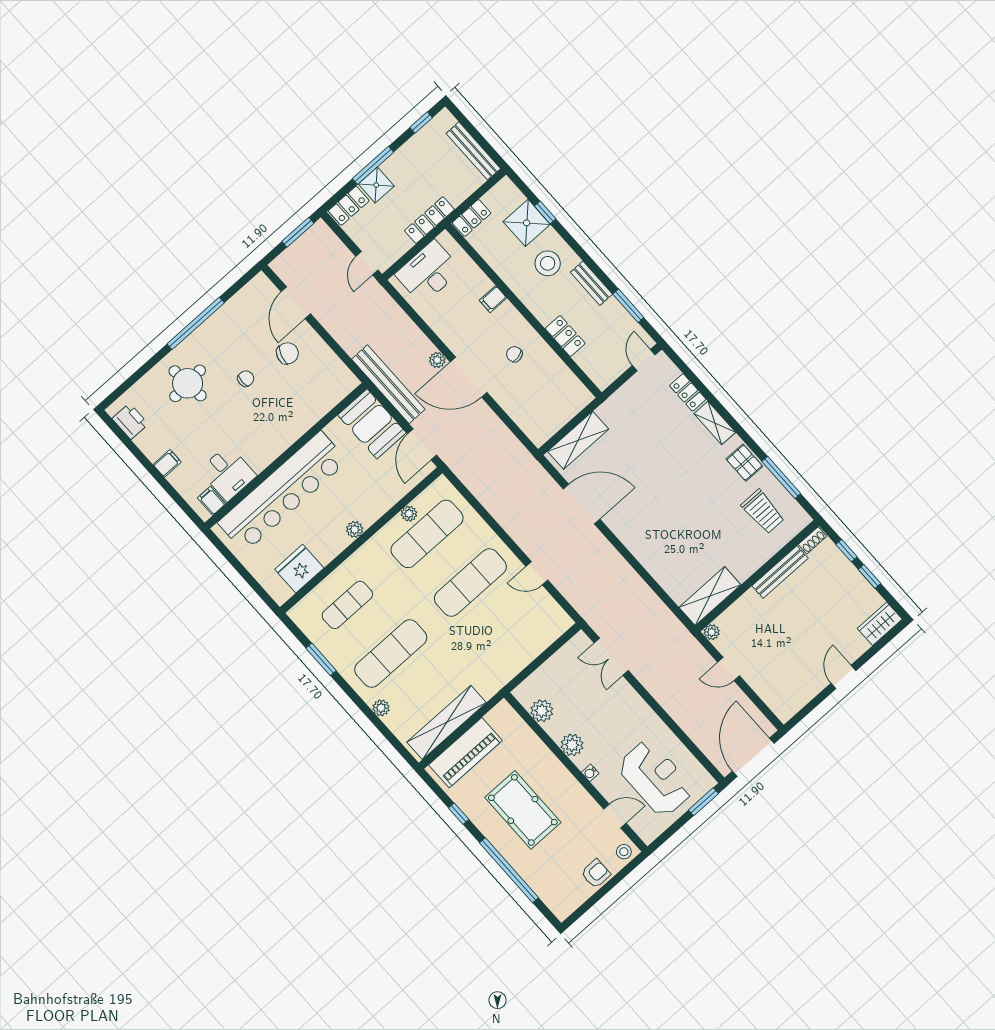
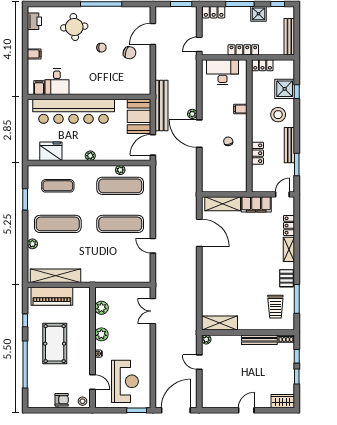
shower: (376, 185) -> (258, 14), moved
bench: (591, 283) -> (289, 145), width x1.36
filing cabinet: (622, 403) -> (256, 204), added

